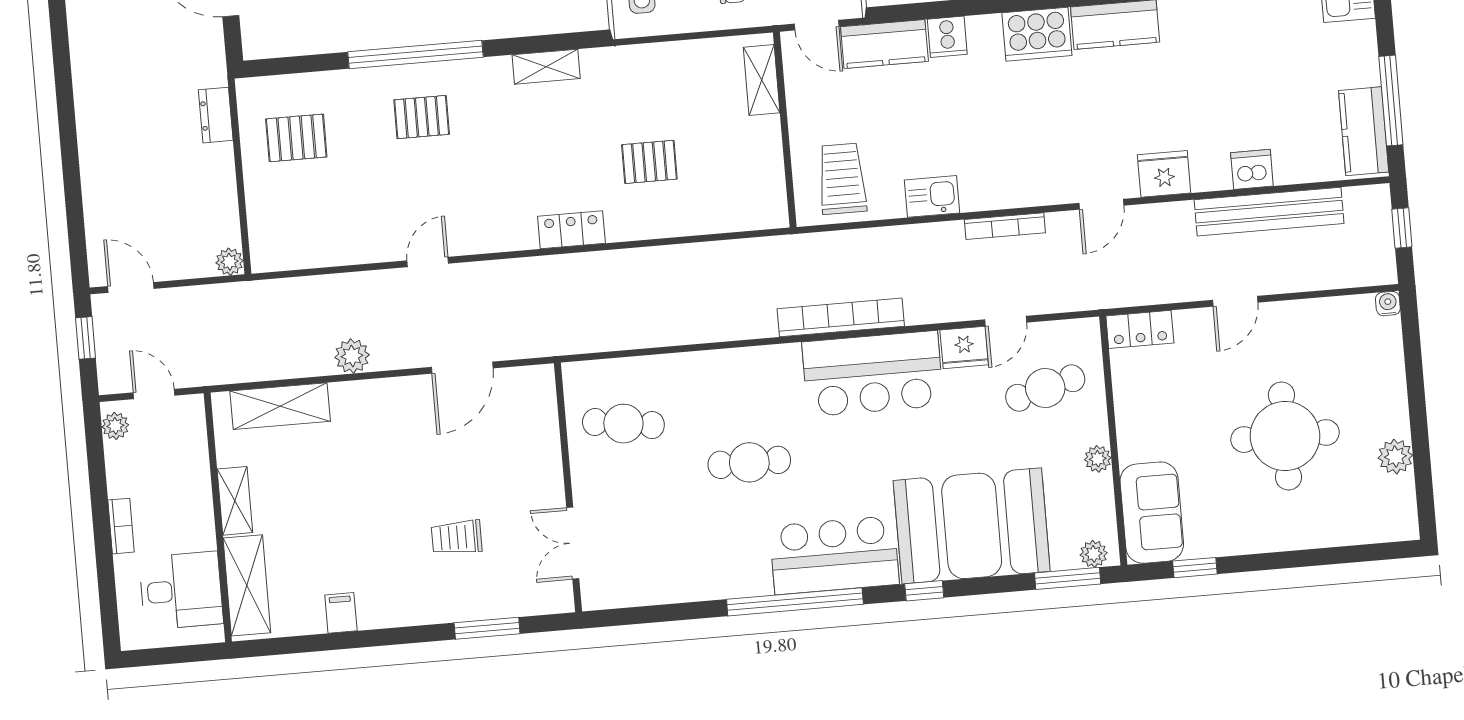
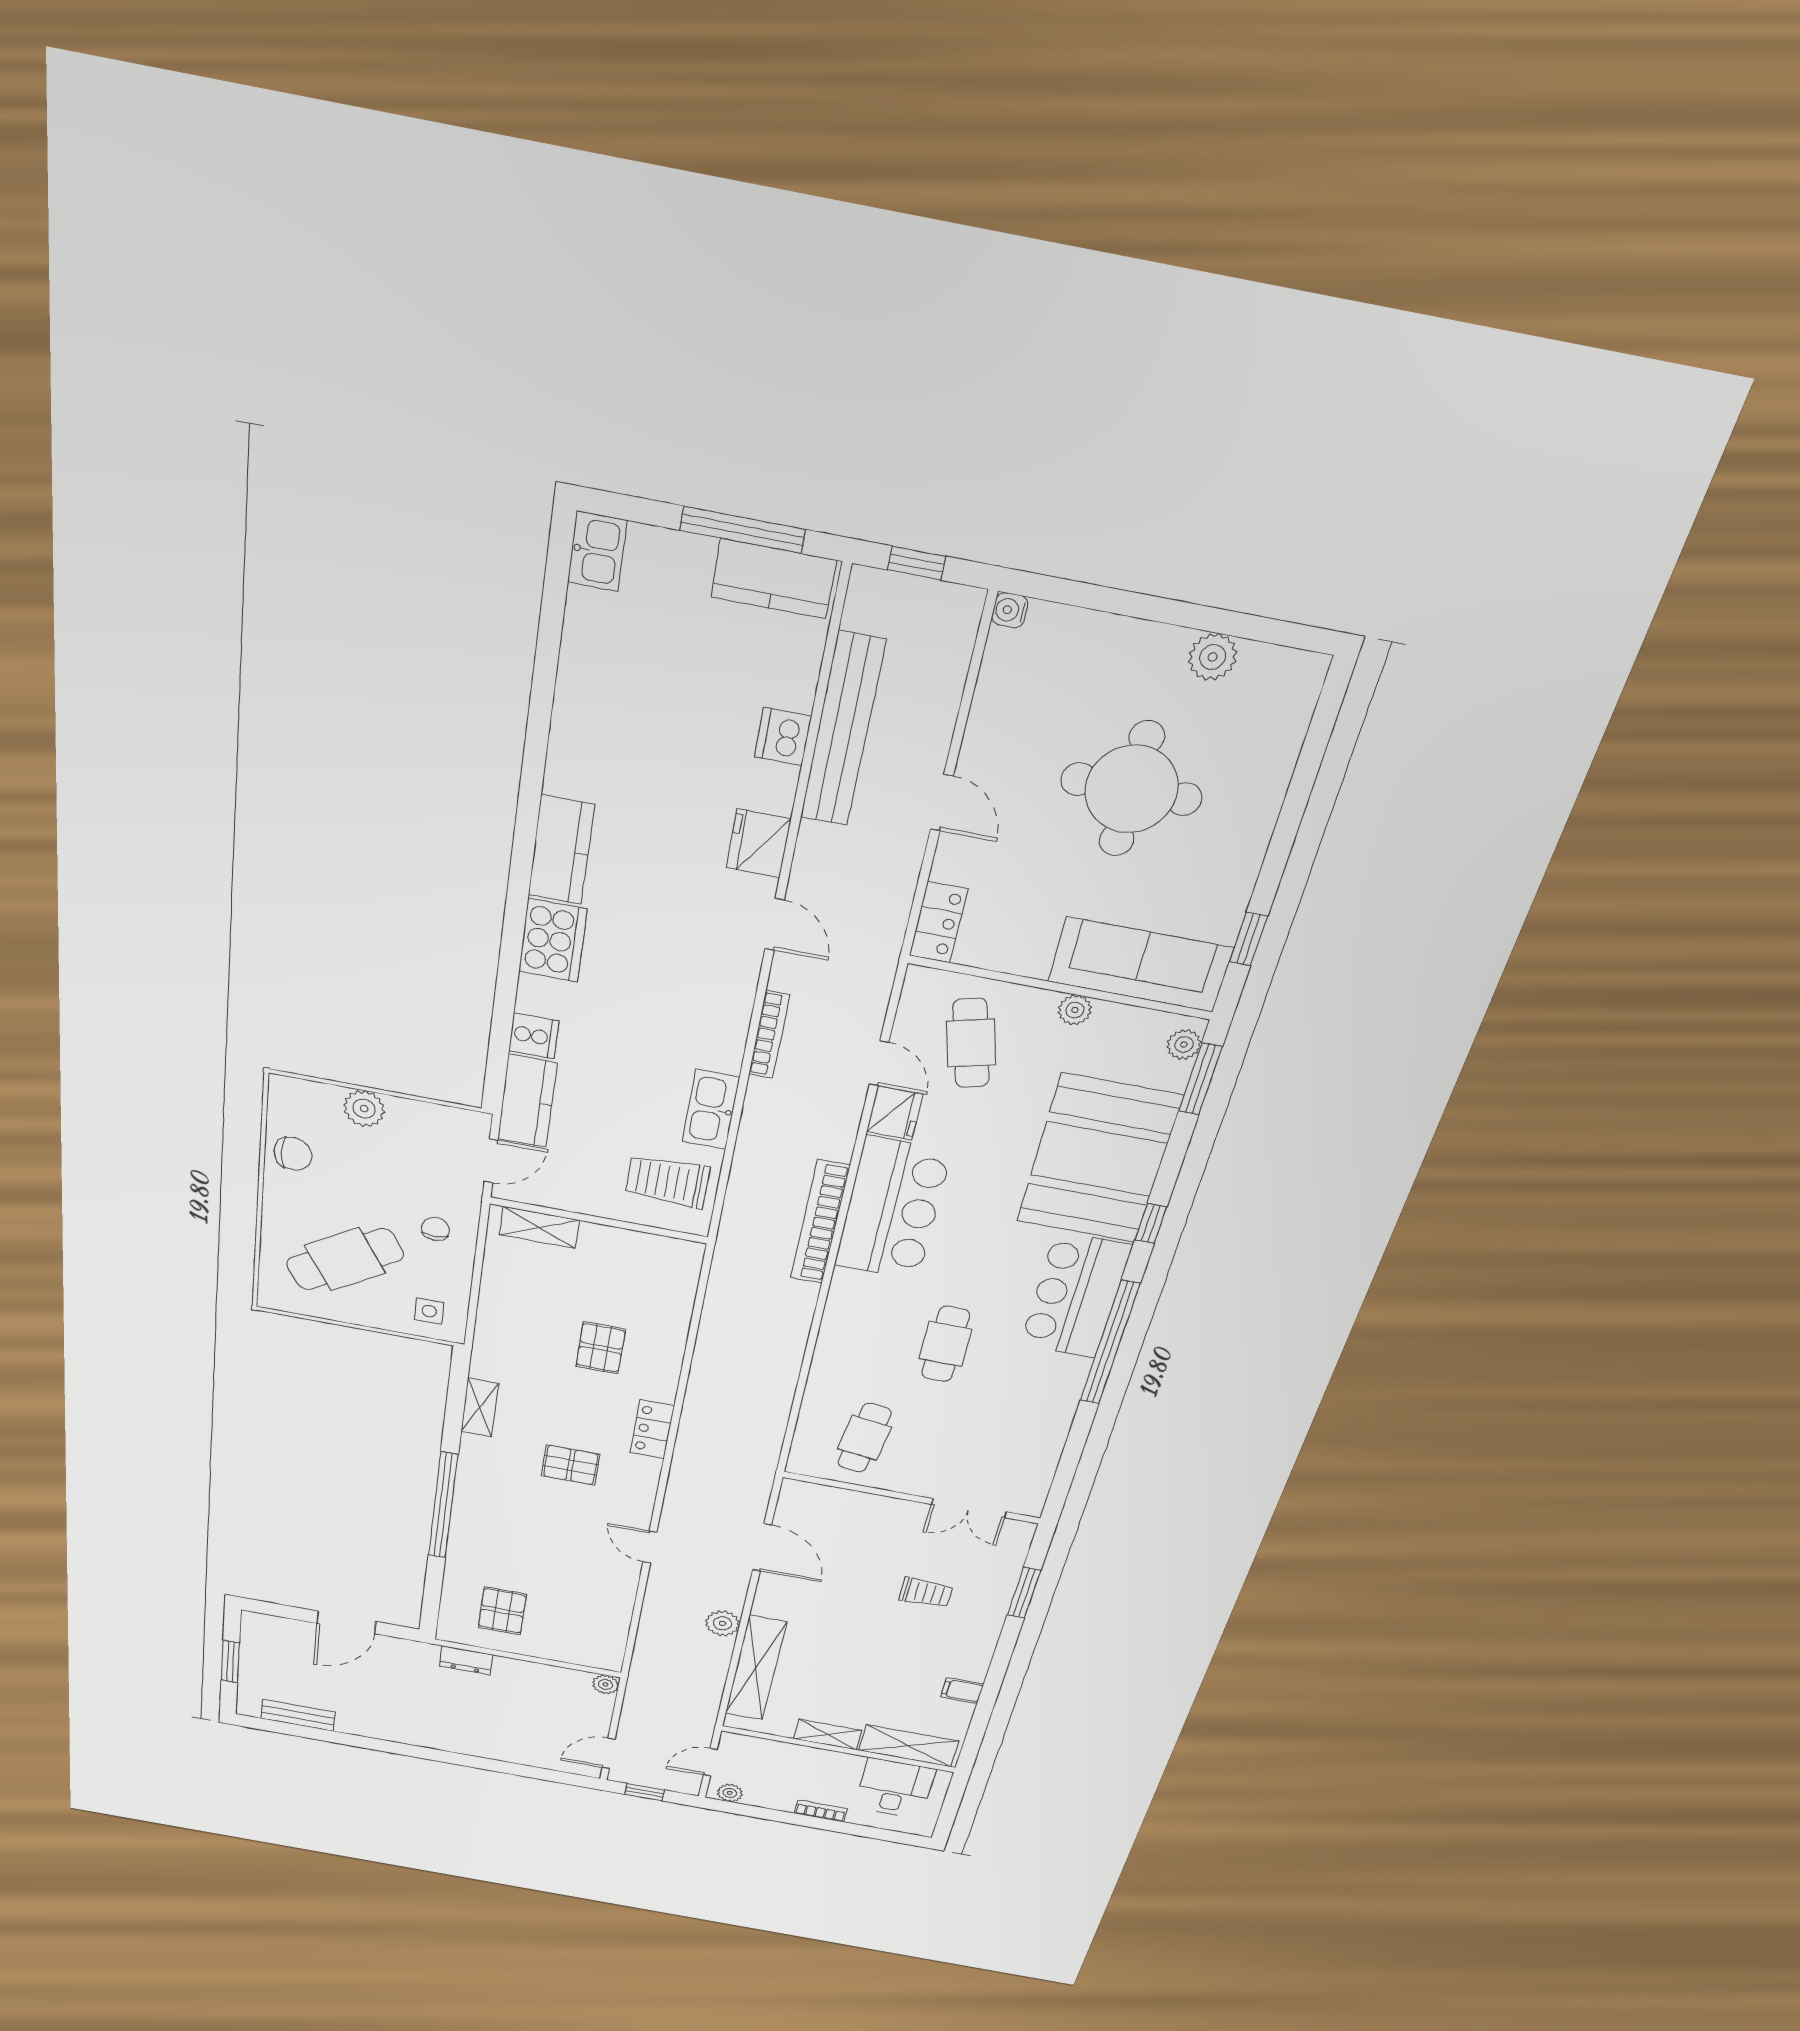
pallet: (422, 117) -> (571, 1465), moved, turned 90
kitchen sink: (932, 196) -> (711, 1110), width x1.38
shelving: (280, 406) -> (756, 1668), width x1.47
sofa: (1152, 513) -> (1140, 965), width x1.36
trolley: (457, 537) -> (926, 1593), turned -90

